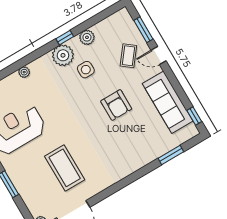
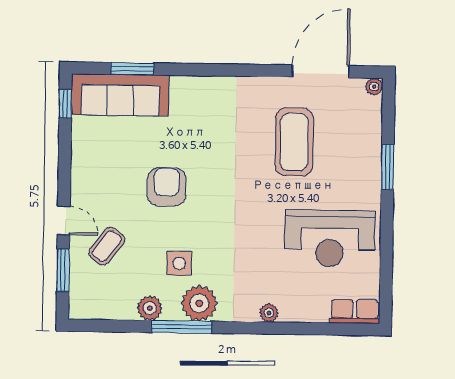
window: (65, 38) -> (182, 327), width x2.17
sofa: (168, 102) -> (120, 95), moved, turned 90

